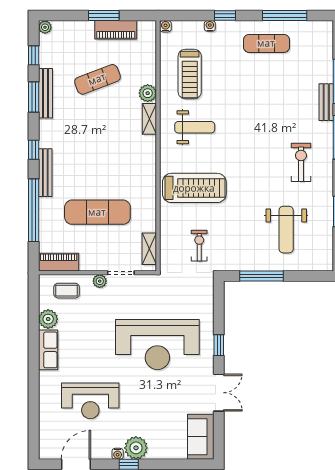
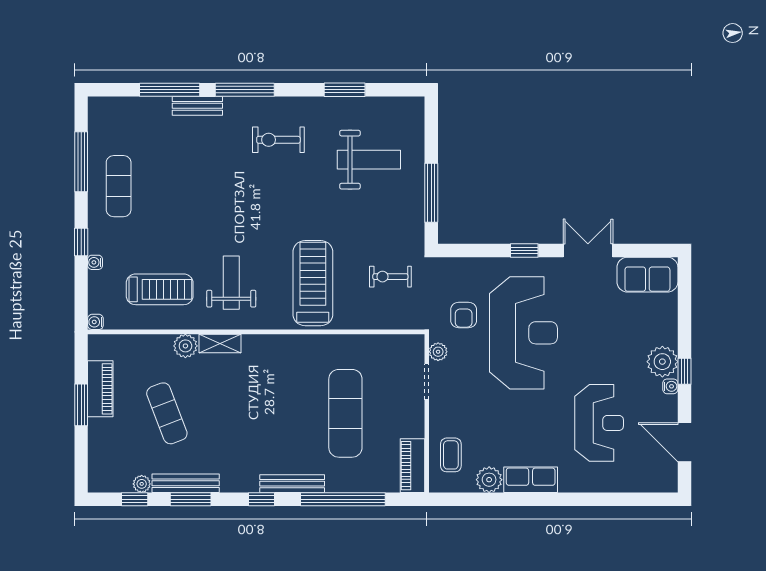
plant: (45, 27) -> (142, 484), moved
shelving: (149, 249) -> (395, 344), removed
plant: (100, 281) -> (438, 352), moved
armchair: (171, 300) -> (464, 315), added

